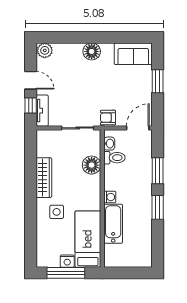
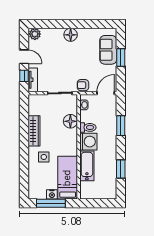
sofa: (133, 54) -> (108, 50), moved, turned 90
toilet: (114, 158) -> (88, 127), moved
washing machine: (110, 197) -> (88, 142), width x1.89, depth x1.89
window: (158, 207) -> (121, 169), moved

